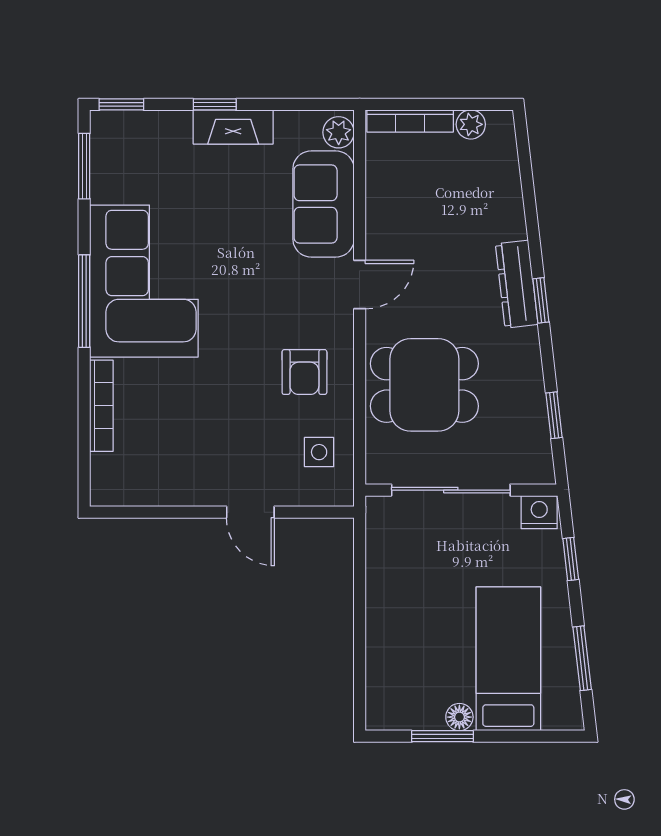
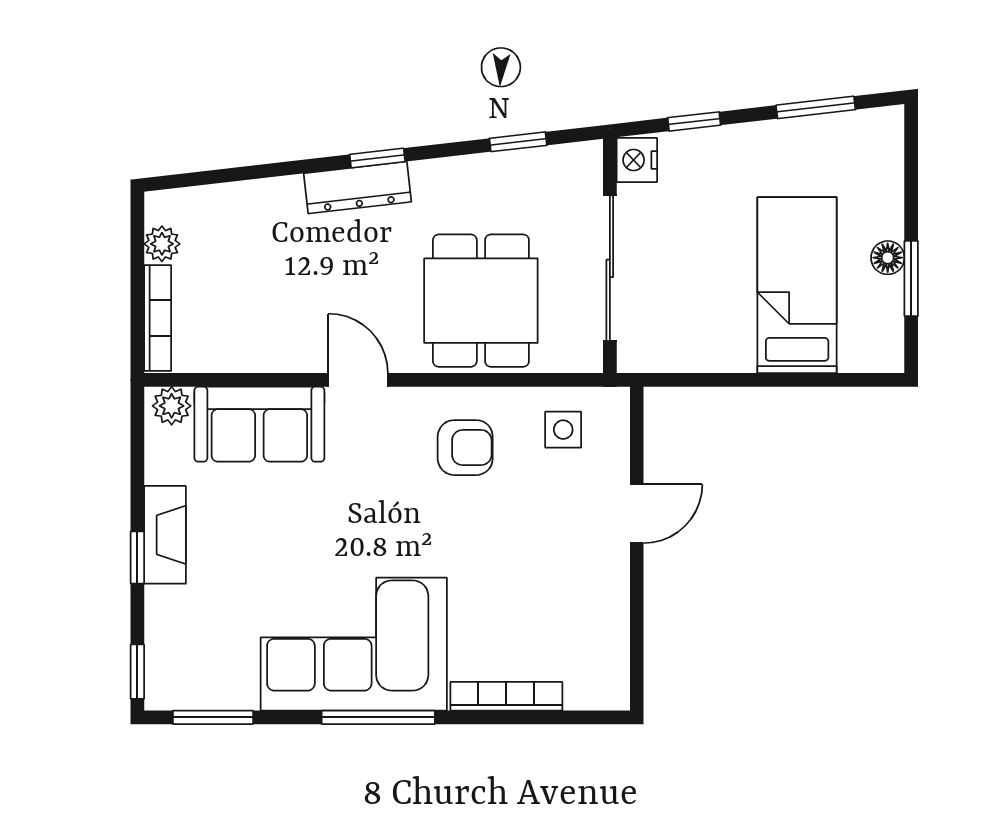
bed: (508, 659) -> (797, 285), moved, turned 90

